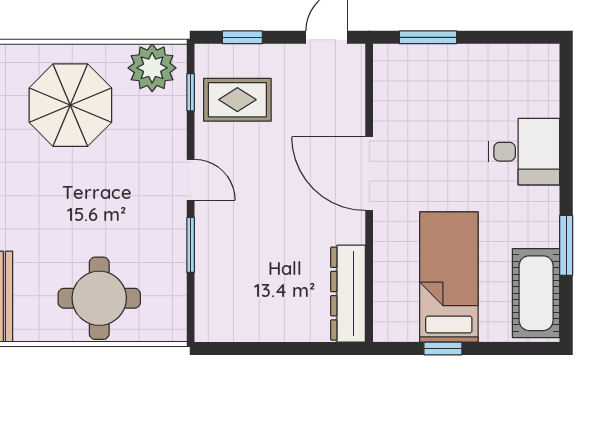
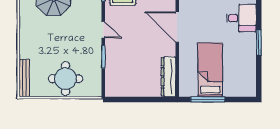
window: (566, 245) -> (259, 43), moved
cot: (536, 293) -> (246, 77), removed
window: (443, 348) -> (208, 99), width x2.17

